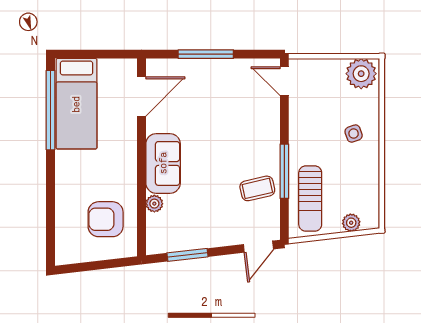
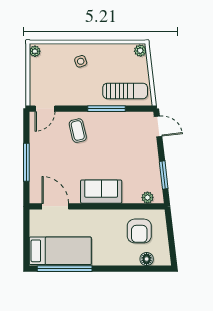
plant: (361, 74) -> (35, 51), width x0.53, depth x0.53
coffee table: (257, 188) -> (78, 131), moved
plant: (154, 204) -> (147, 198), moved
plant: (351, 223) -> (140, 51), moved
floor lamp: (65, 230) -> (147, 259), added

